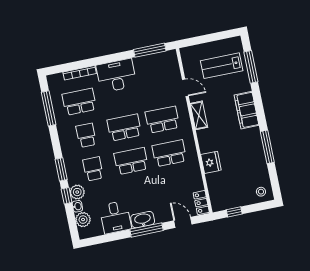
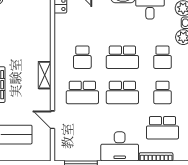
shelving: (199, 115) -> (45, 75), moved
school desk: (169, 153) -> (82, 57), width x0.54
fridge: (211, 162) -> (42, 39), removed

